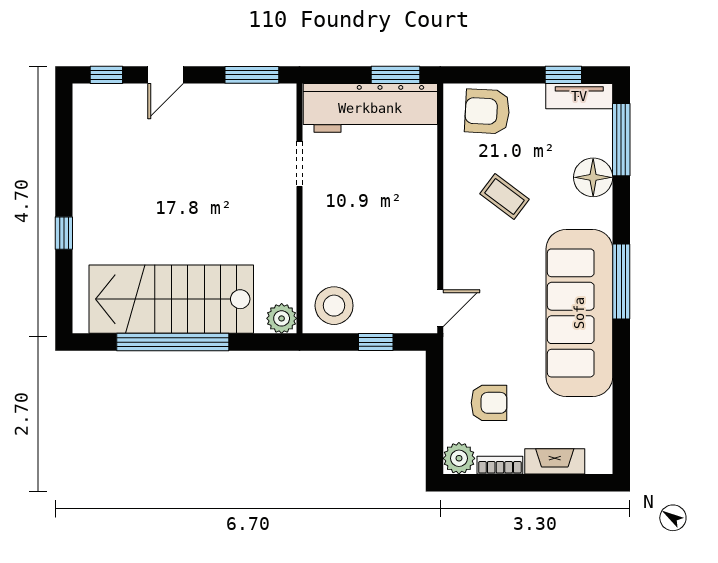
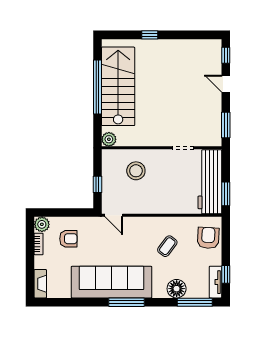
stool: (334, 306) -> (136, 171), moved
armchair: (489, 403) -> (68, 239), turned -90
fireplace: (555, 461) -> (40, 284), moved

